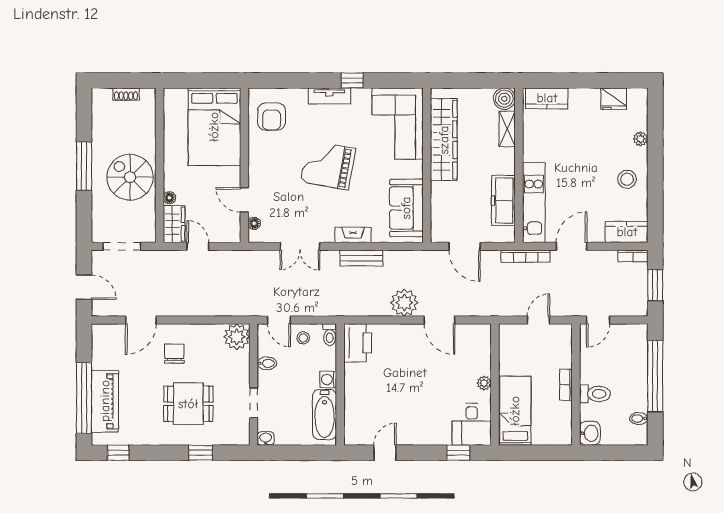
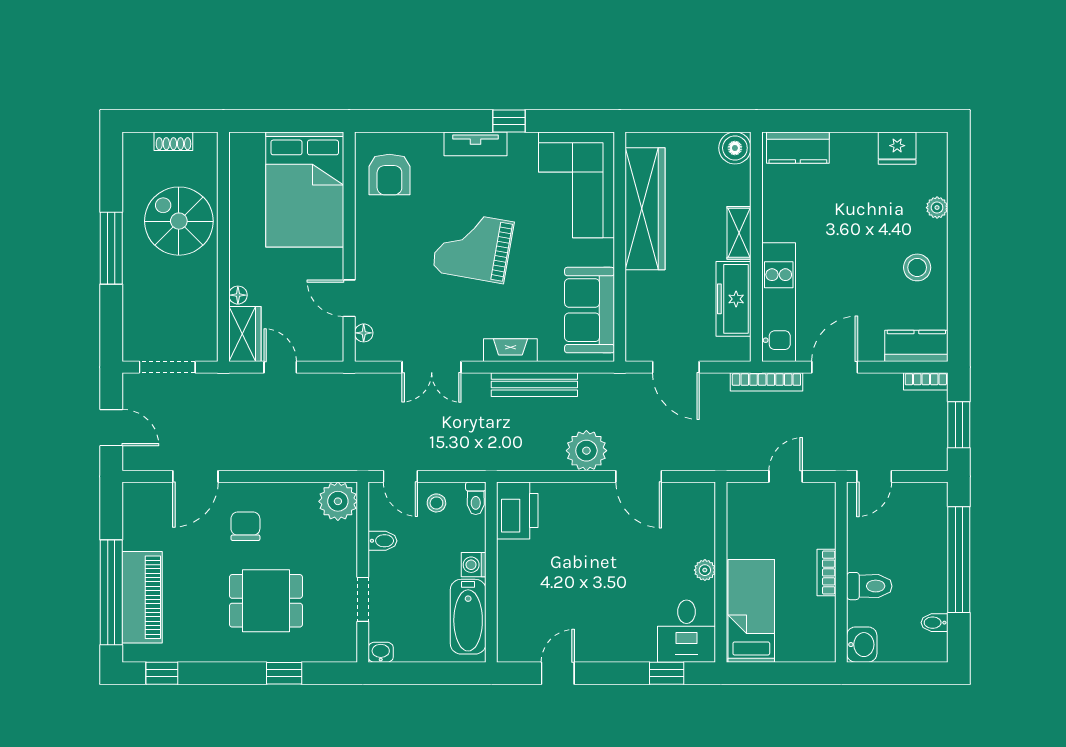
shelving: (507, 129) -> (739, 233), moved
spiral stairs: (130, 177) -> (179, 221), moved
bench: (361, 258) -> (534, 385), width x1.36

